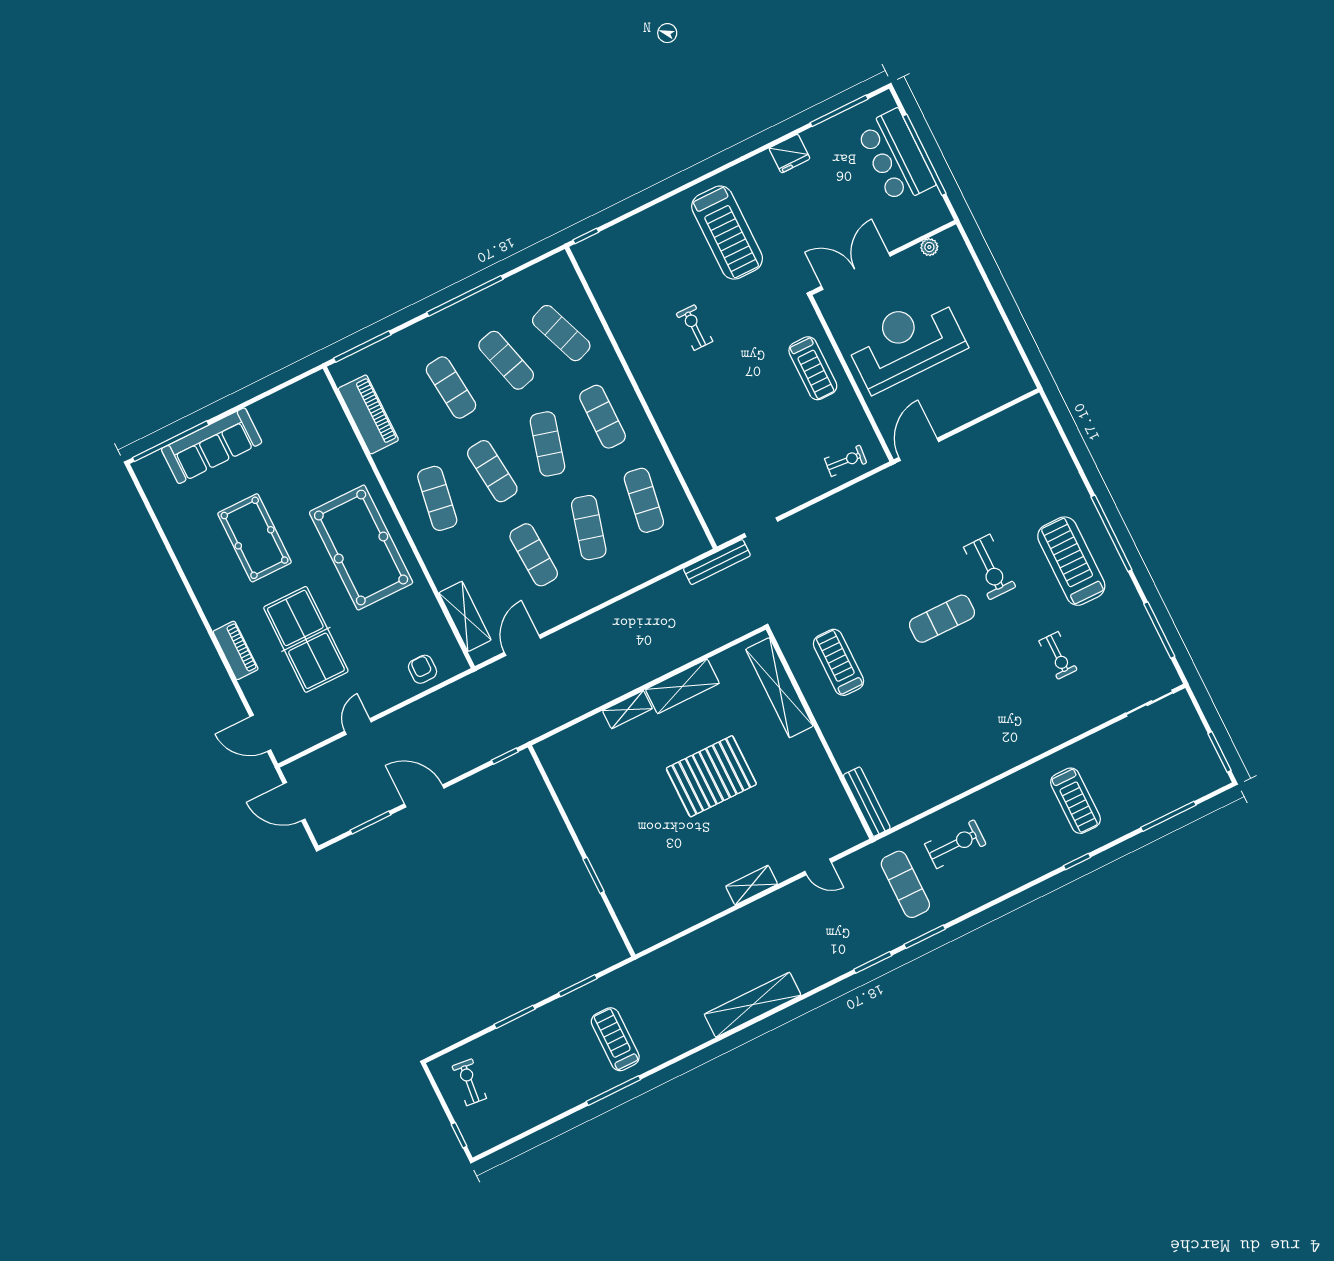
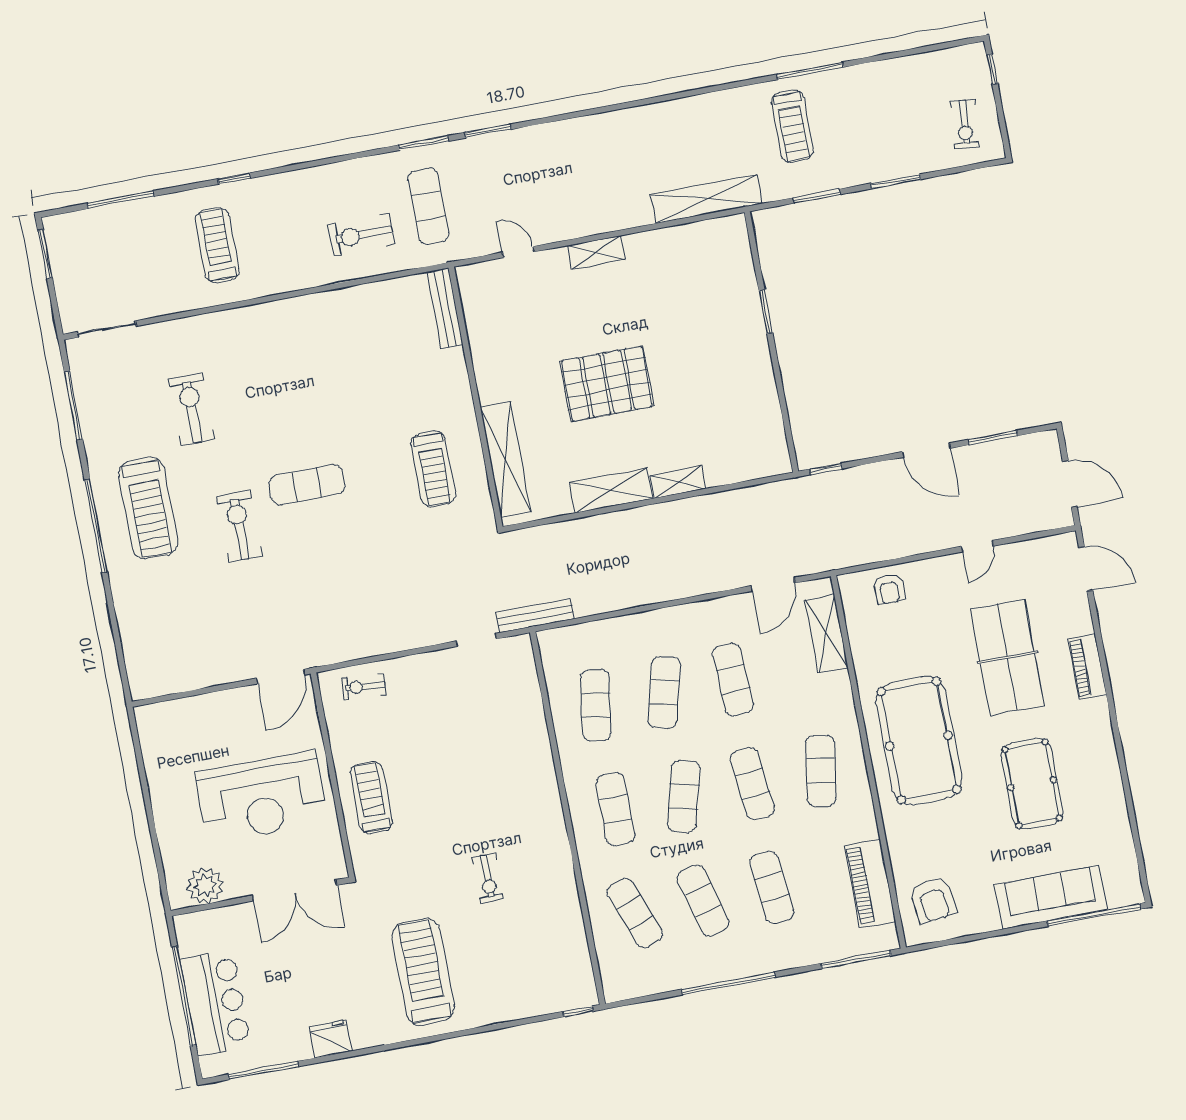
plant: (929, 247) -> (205, 886), width x1.88, depth x1.88
armchair: (311, 415) -> (933, 900), added
exercise bike: (1058, 655) -> (192, 409), width x1.38, depth x1.39
shelving: (753, 1005) -> (707, 199), moved

